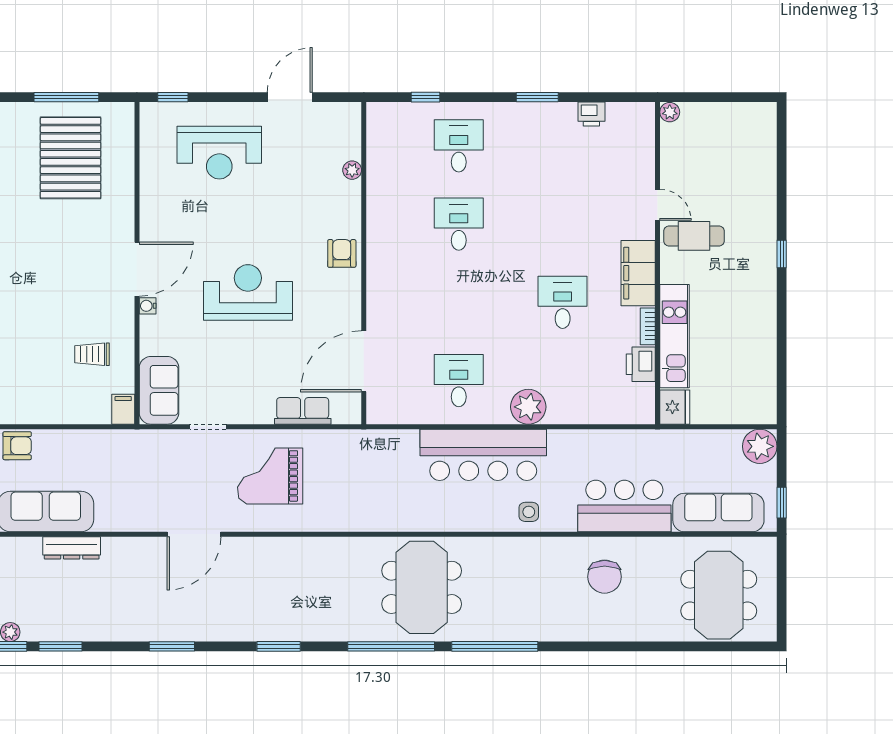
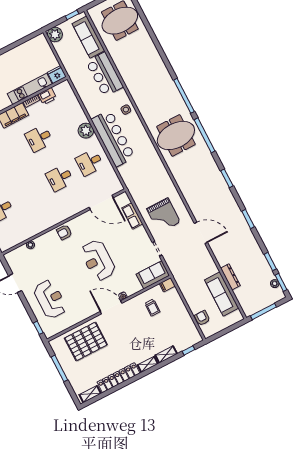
pallet: (71, 158) -> (86, 341), moved
desk: (459, 224) -> (60, 178), moved
chair: (605, 577) -> (135, 68), removed

